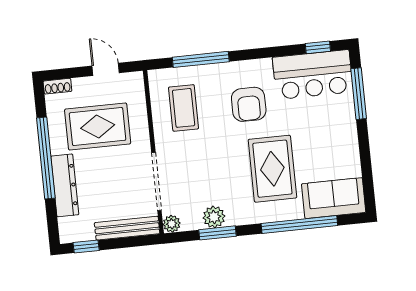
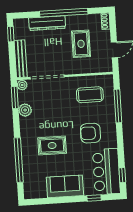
window: (359, 94) -> (94, 198), width x0.46
rug: (98, 127) -> (81, 44), width x0.73, depth x0.70
rug: (272, 169) -> (52, 146), width x0.73, depth x0.70
sofa: (334, 198) -> (65, 186), moved, turned -90
window: (218, 233) -> (15, 98), moved

